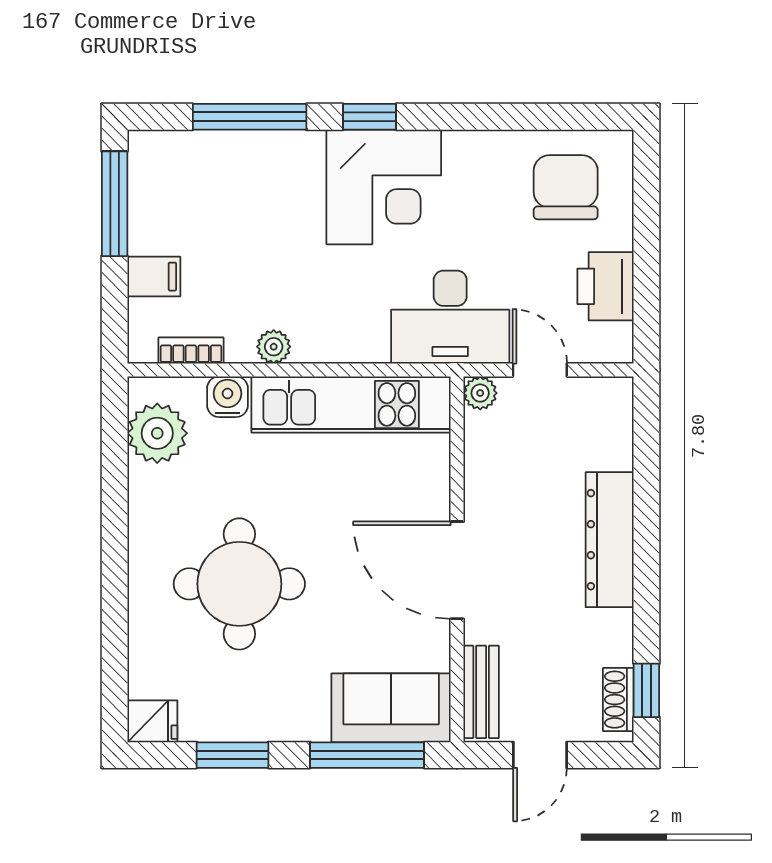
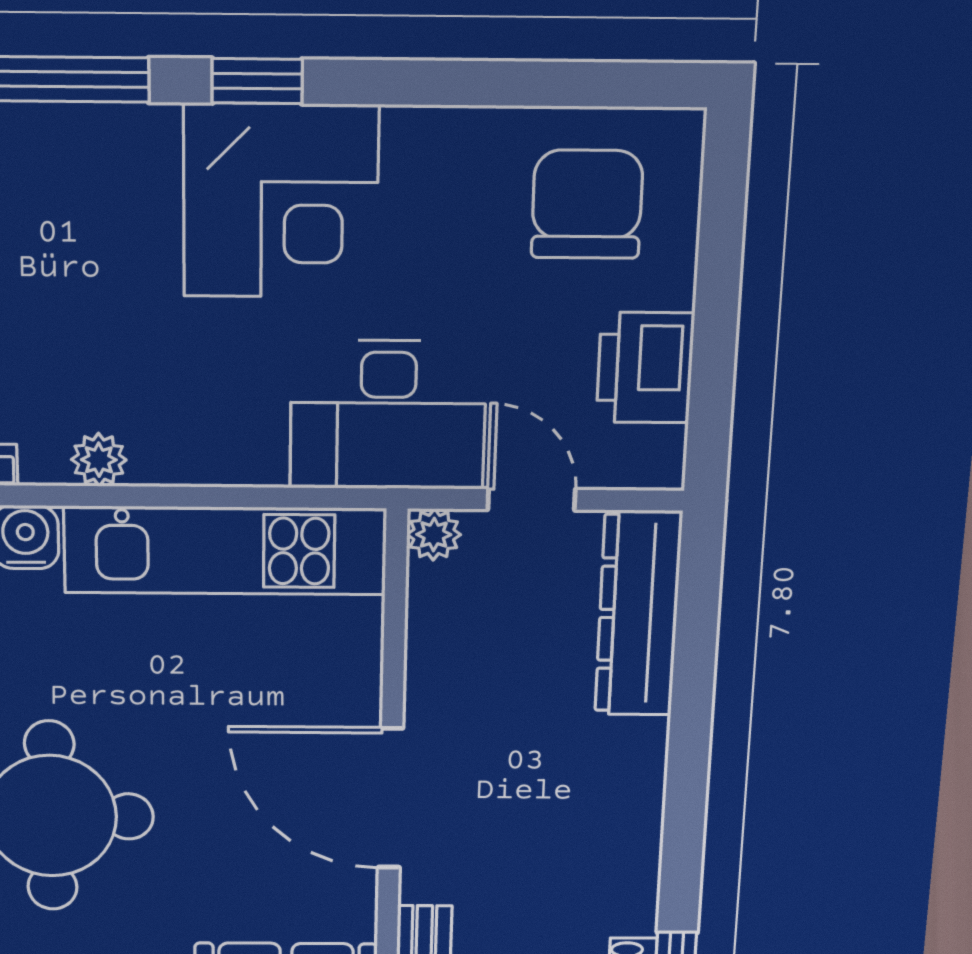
dresser: (610, 540) -> (638, 614), moved

